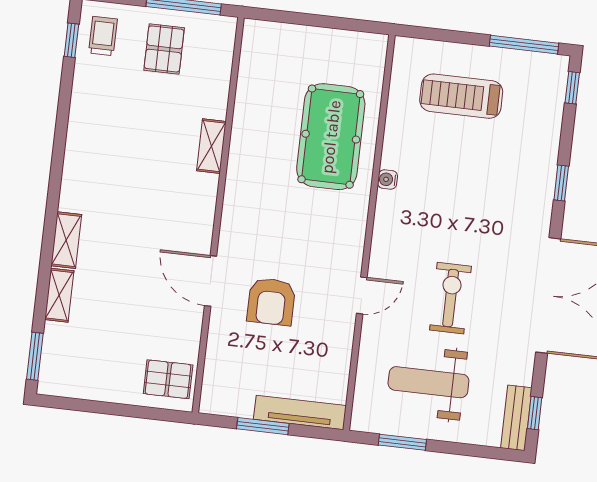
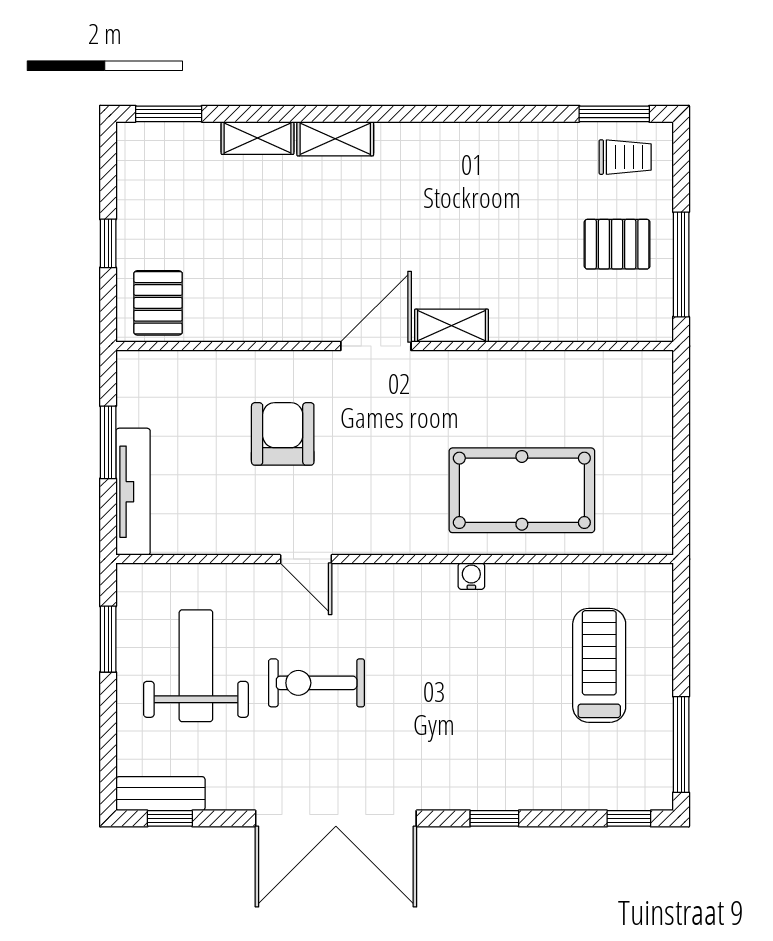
window: (71, 40) -> (614, 114), width x1.50
shelving: (211, 146) -> (451, 326), moved
door: (210, 281) -> (376, 346), moved
exercise bike: (451, 298) -> (317, 683), turned 180
armchair: (271, 302) -> (283, 434), turned 90
window: (122, 410) -> (108, 243), added

